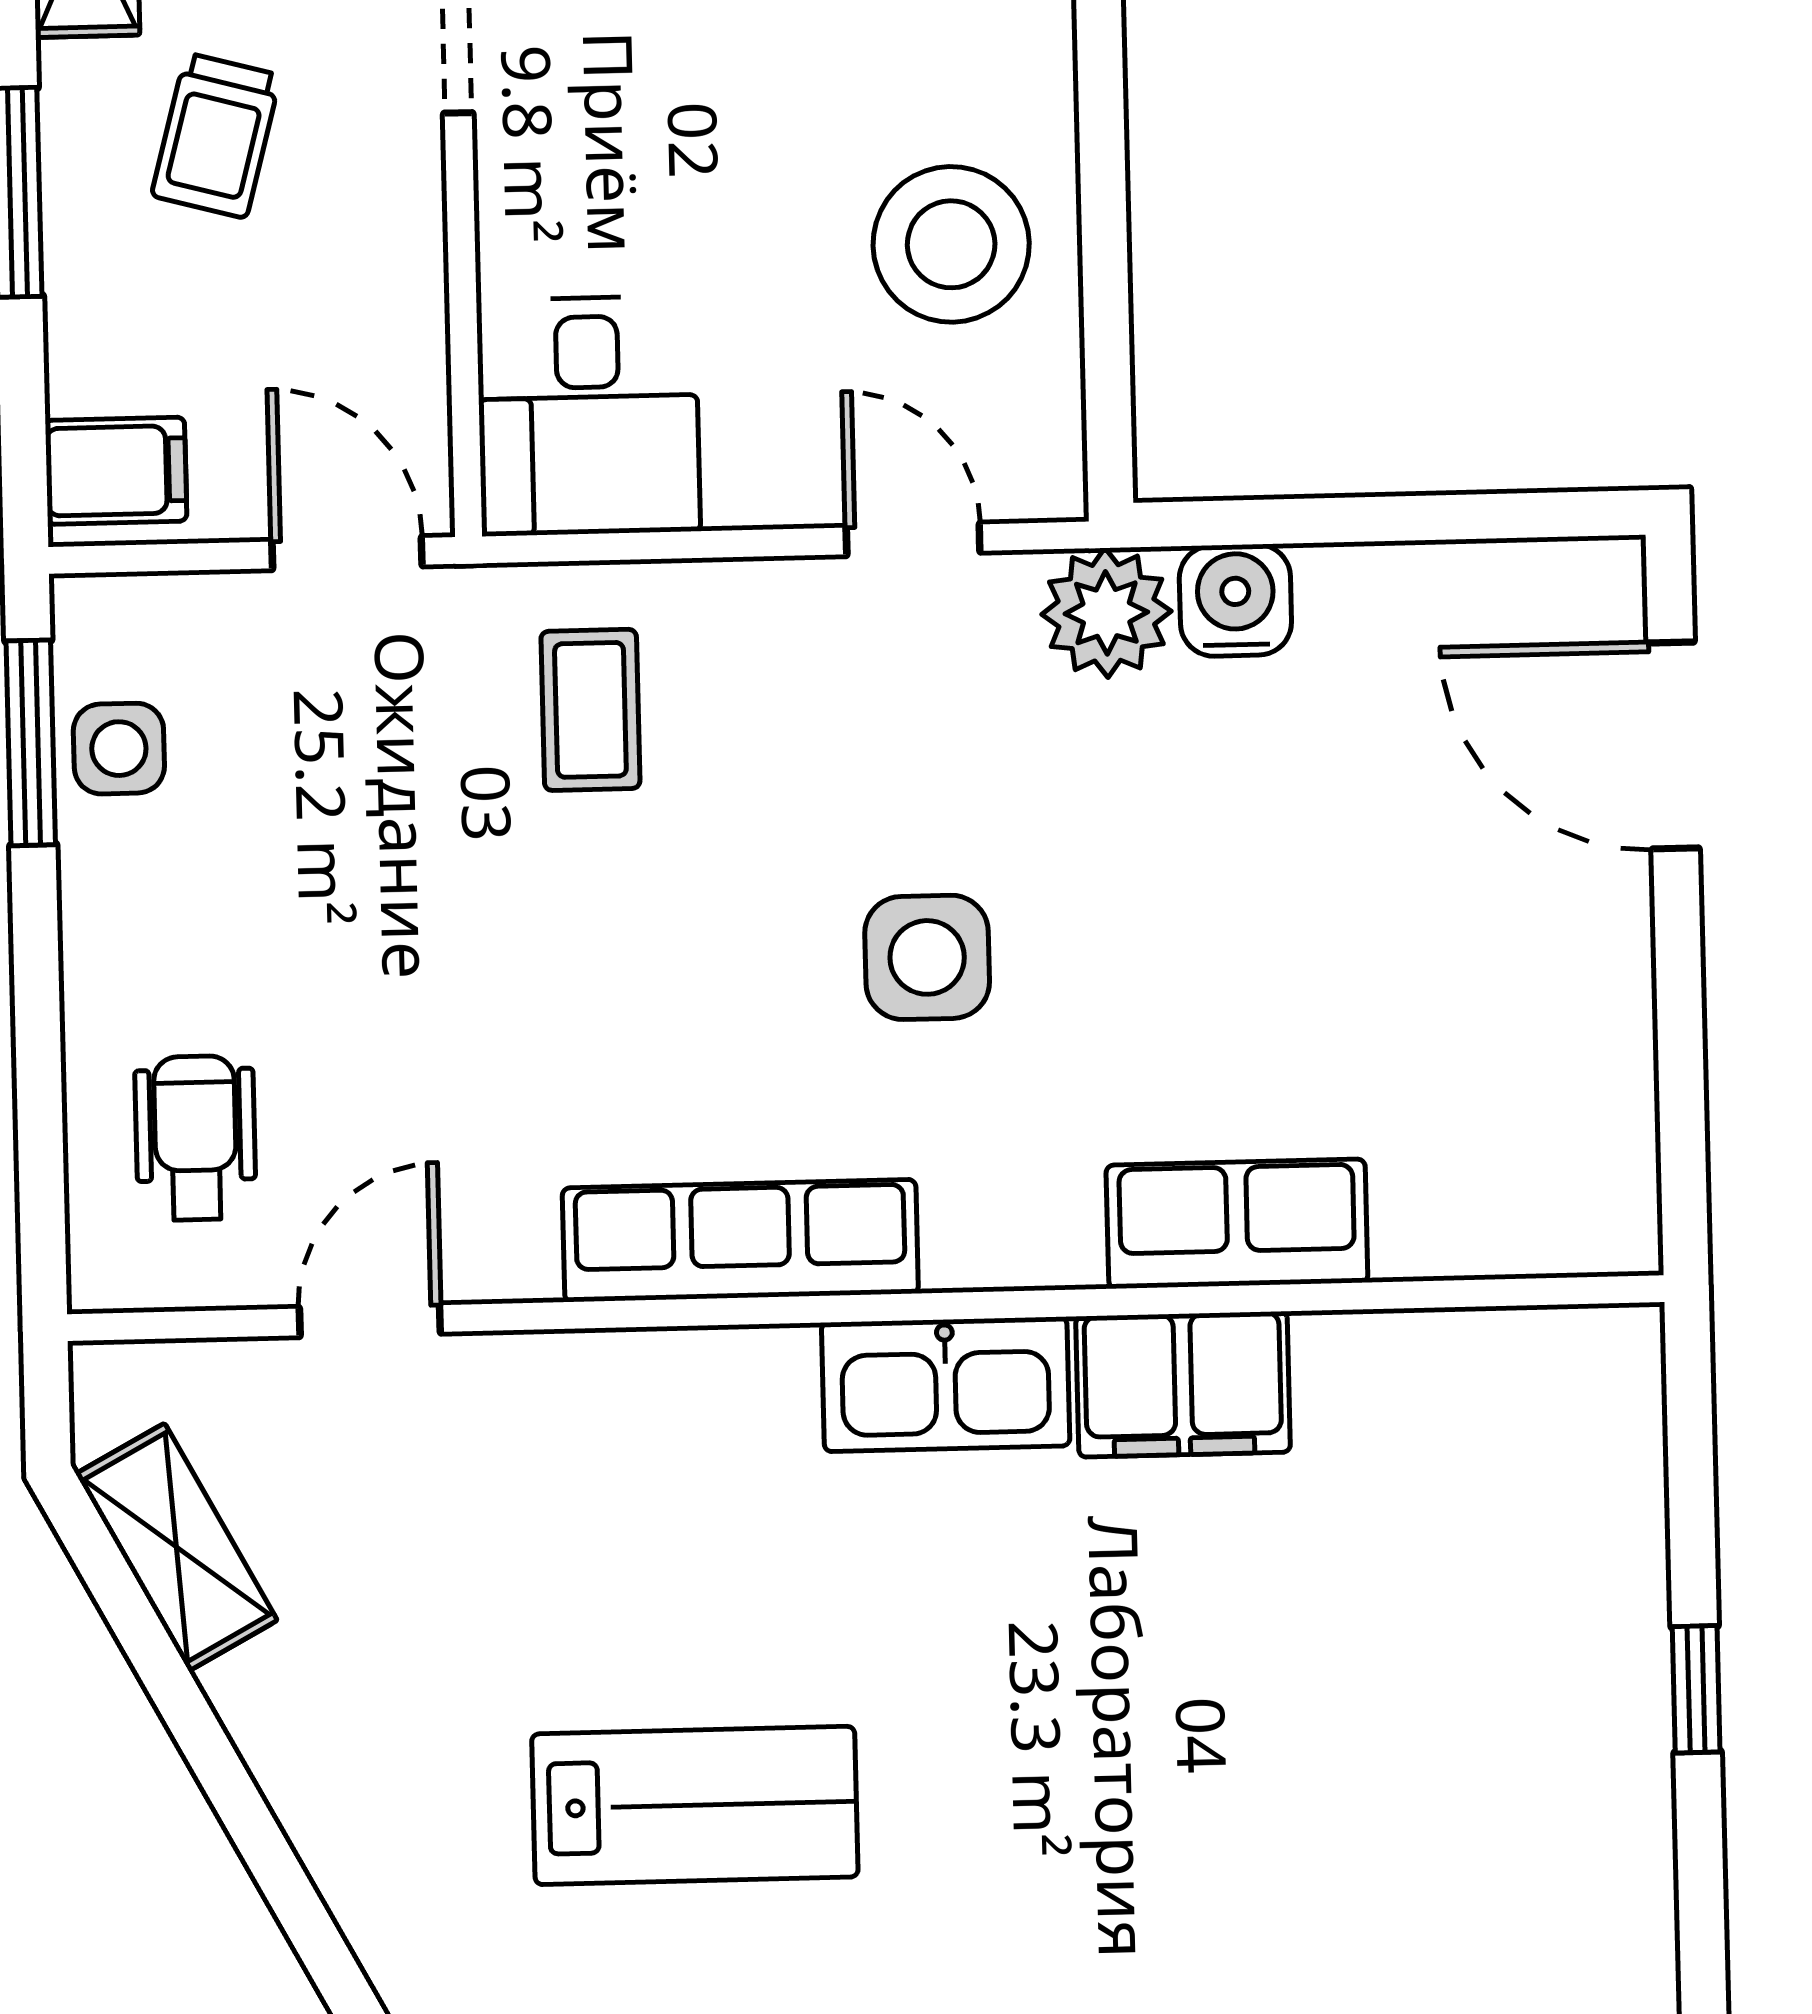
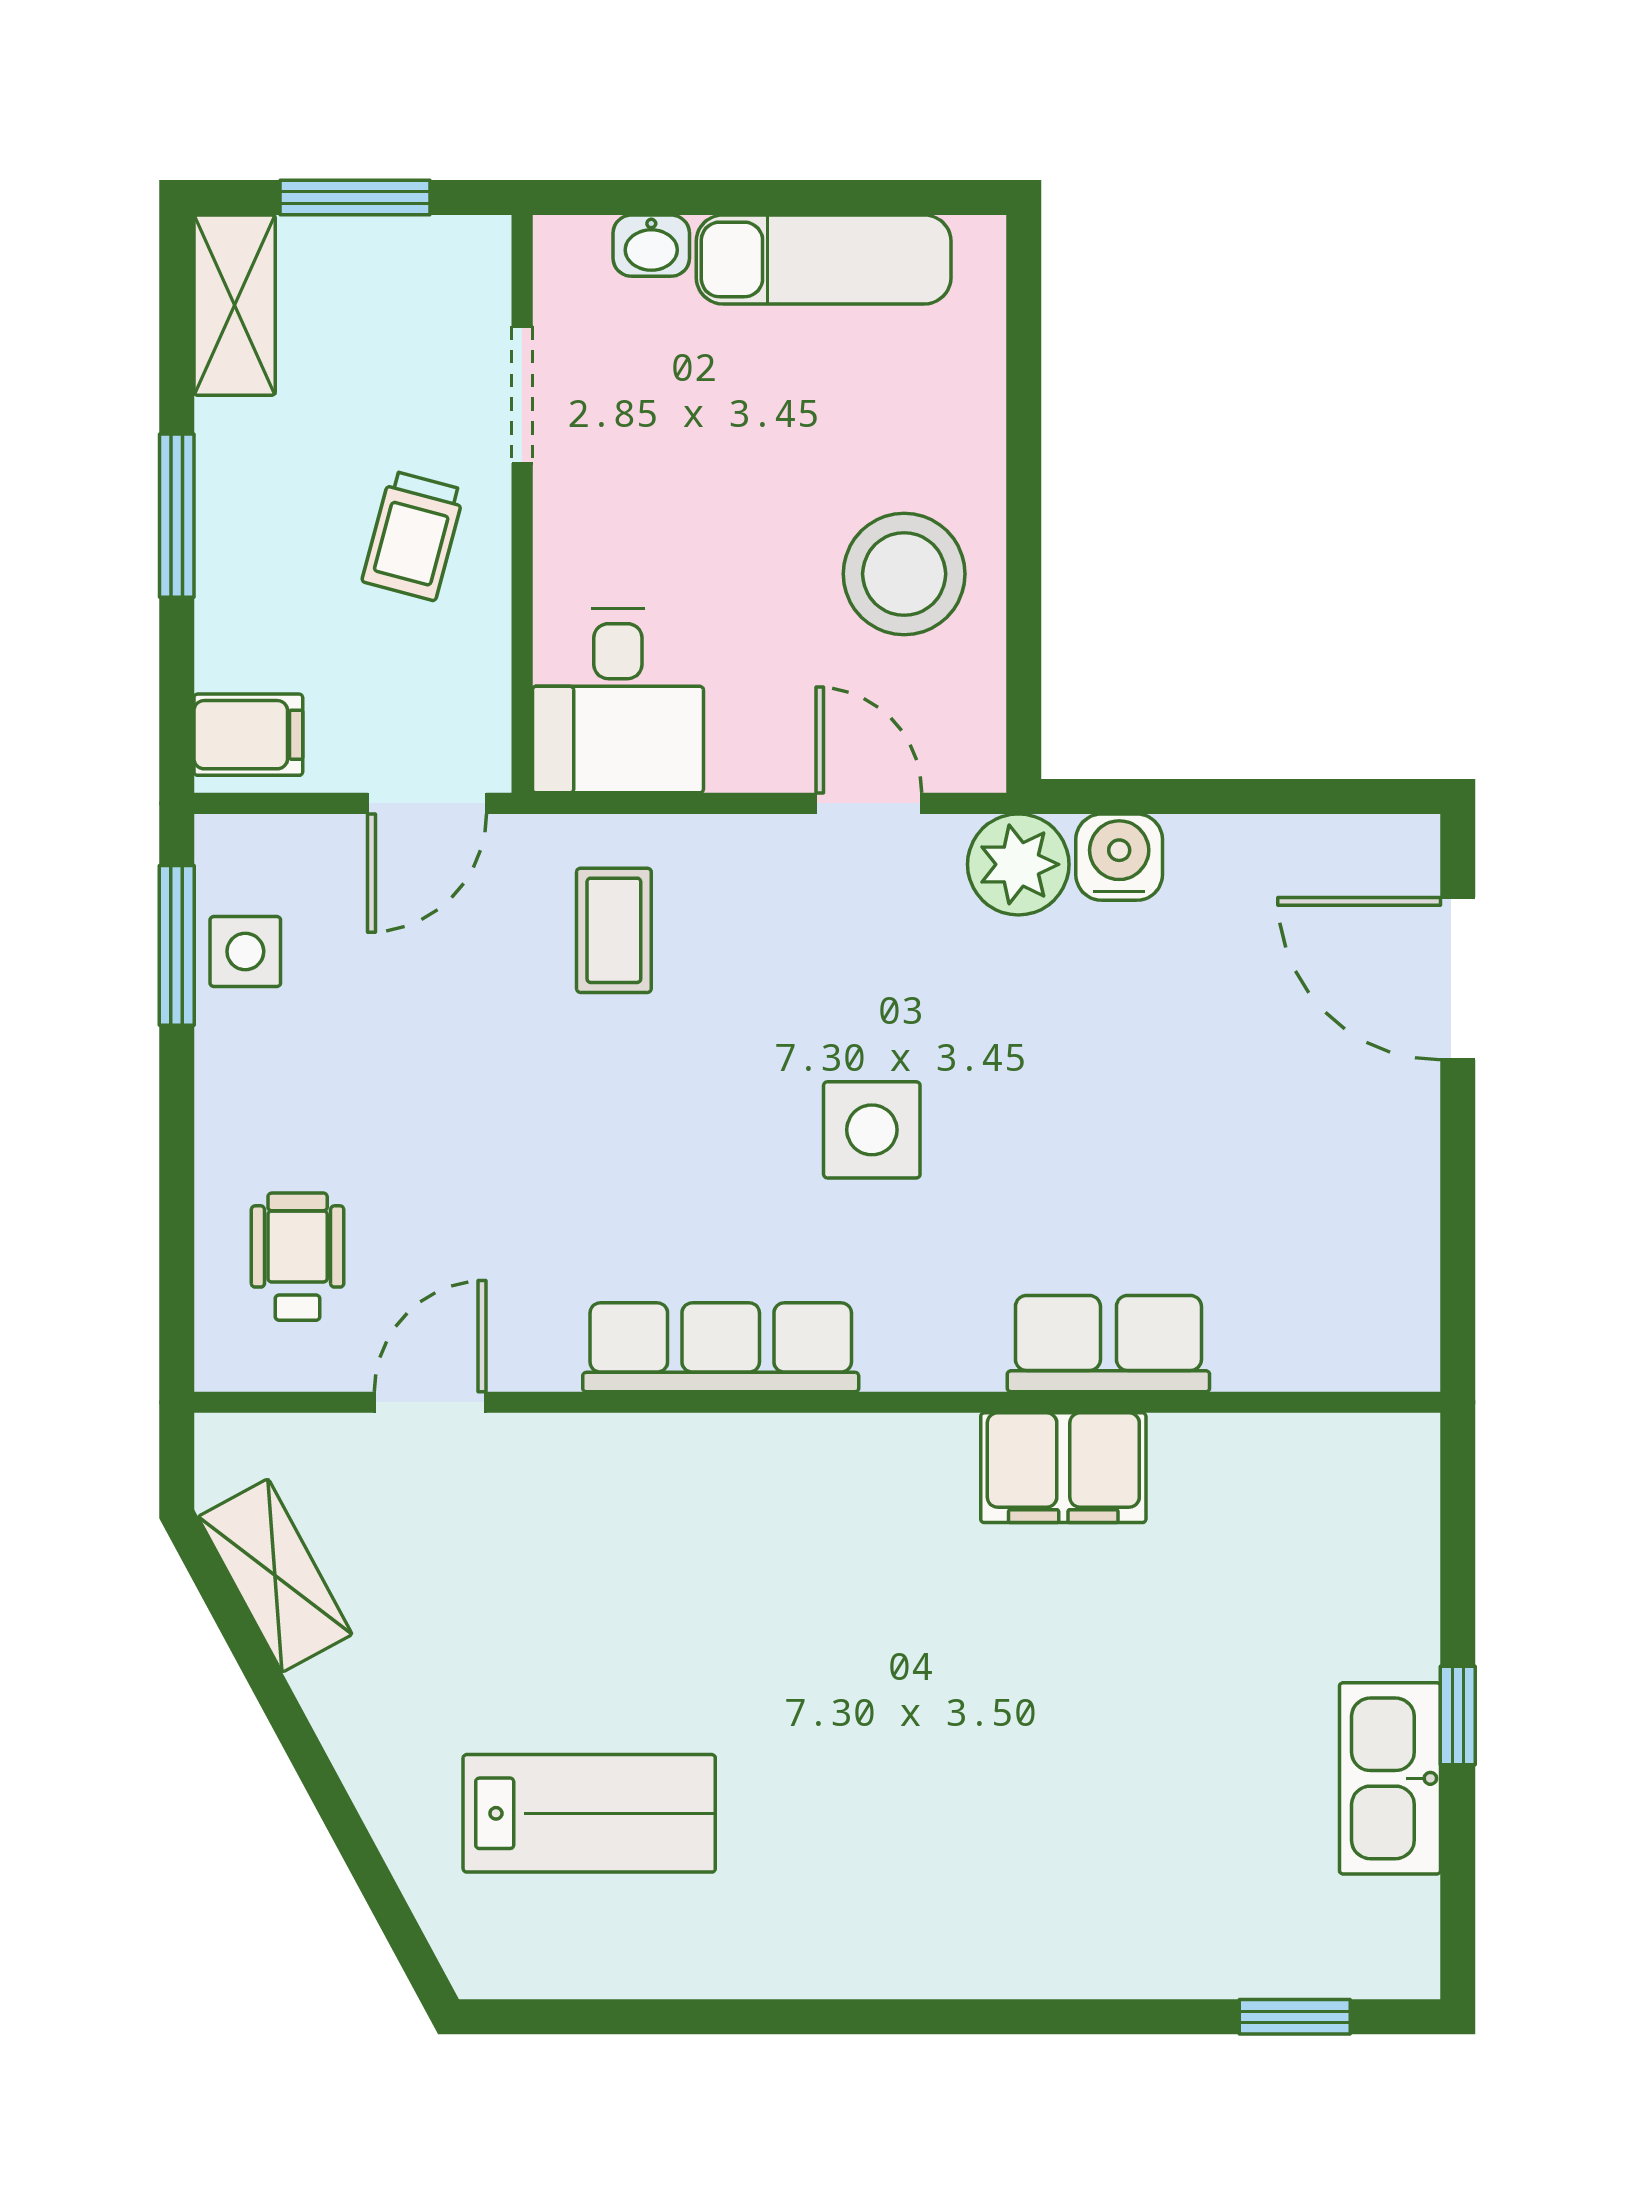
trolley: (216, 136) -> (413, 536), moved
door: (347, 553) -> (427, 803), swing flipped
kitchen sink: (946, 1384) -> (1390, 1778), moved, turned 90
lab bench: (695, 1805) -> (589, 1813), moved

